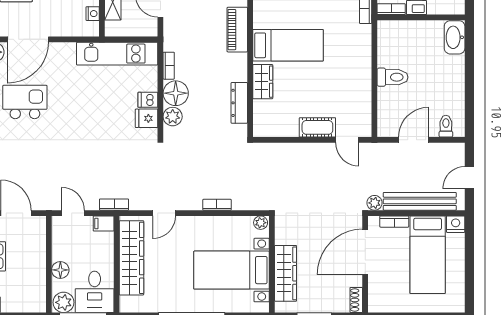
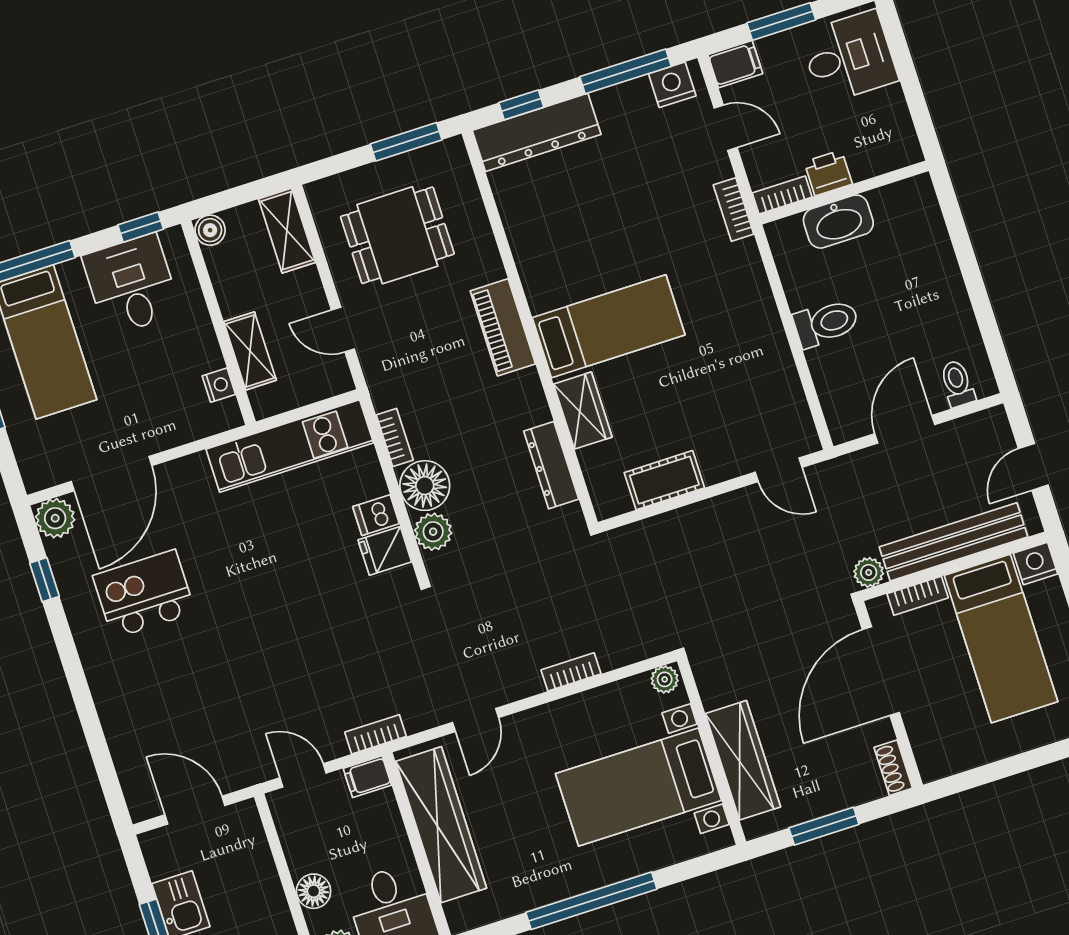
washbasin: (455, 37) -> (838, 222), moved, turned -90
cot: (317, 127) -> (664, 480), moved

